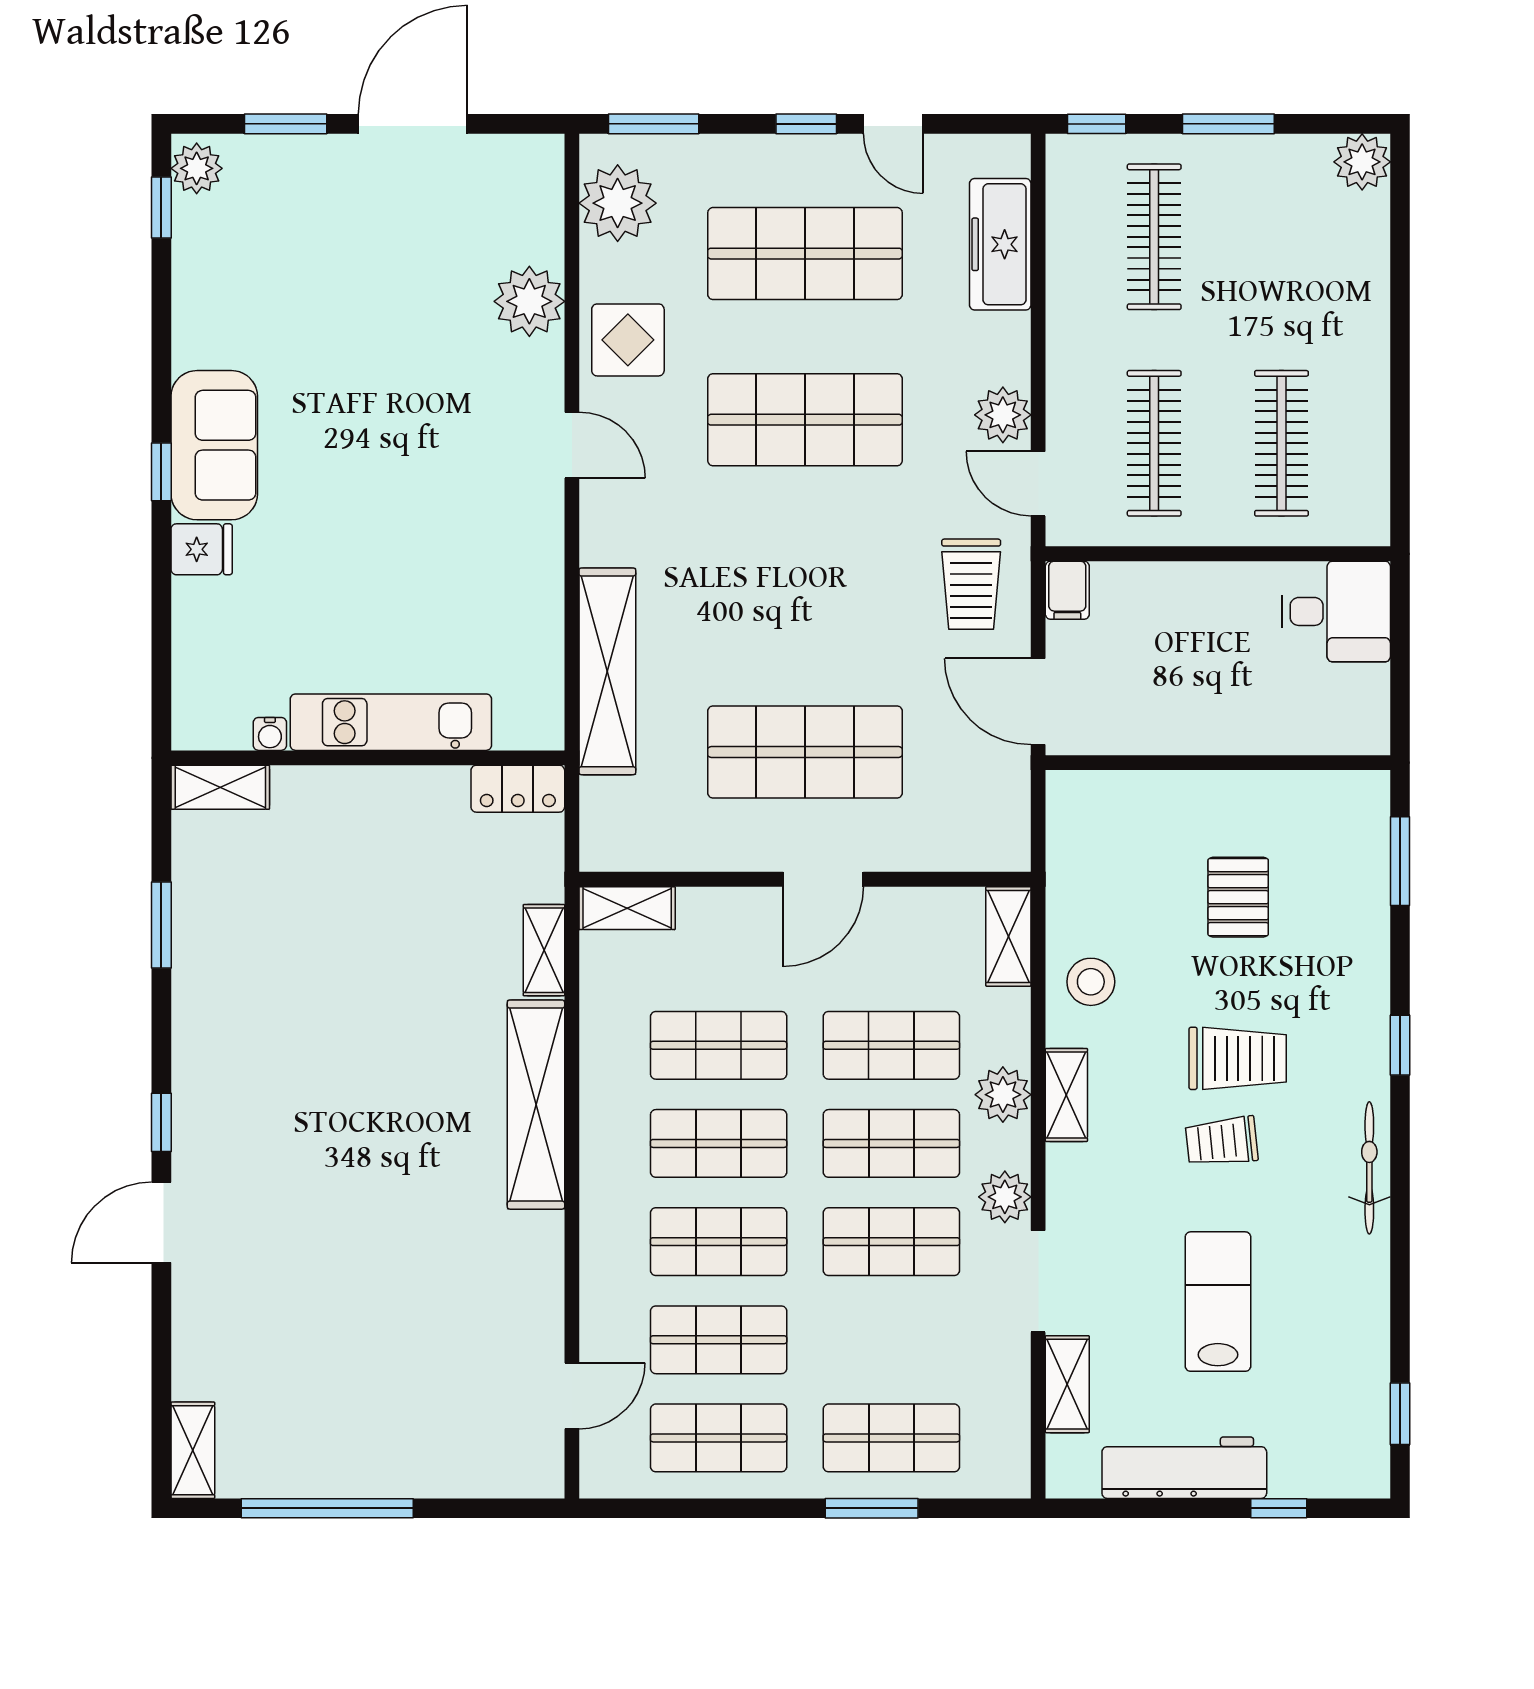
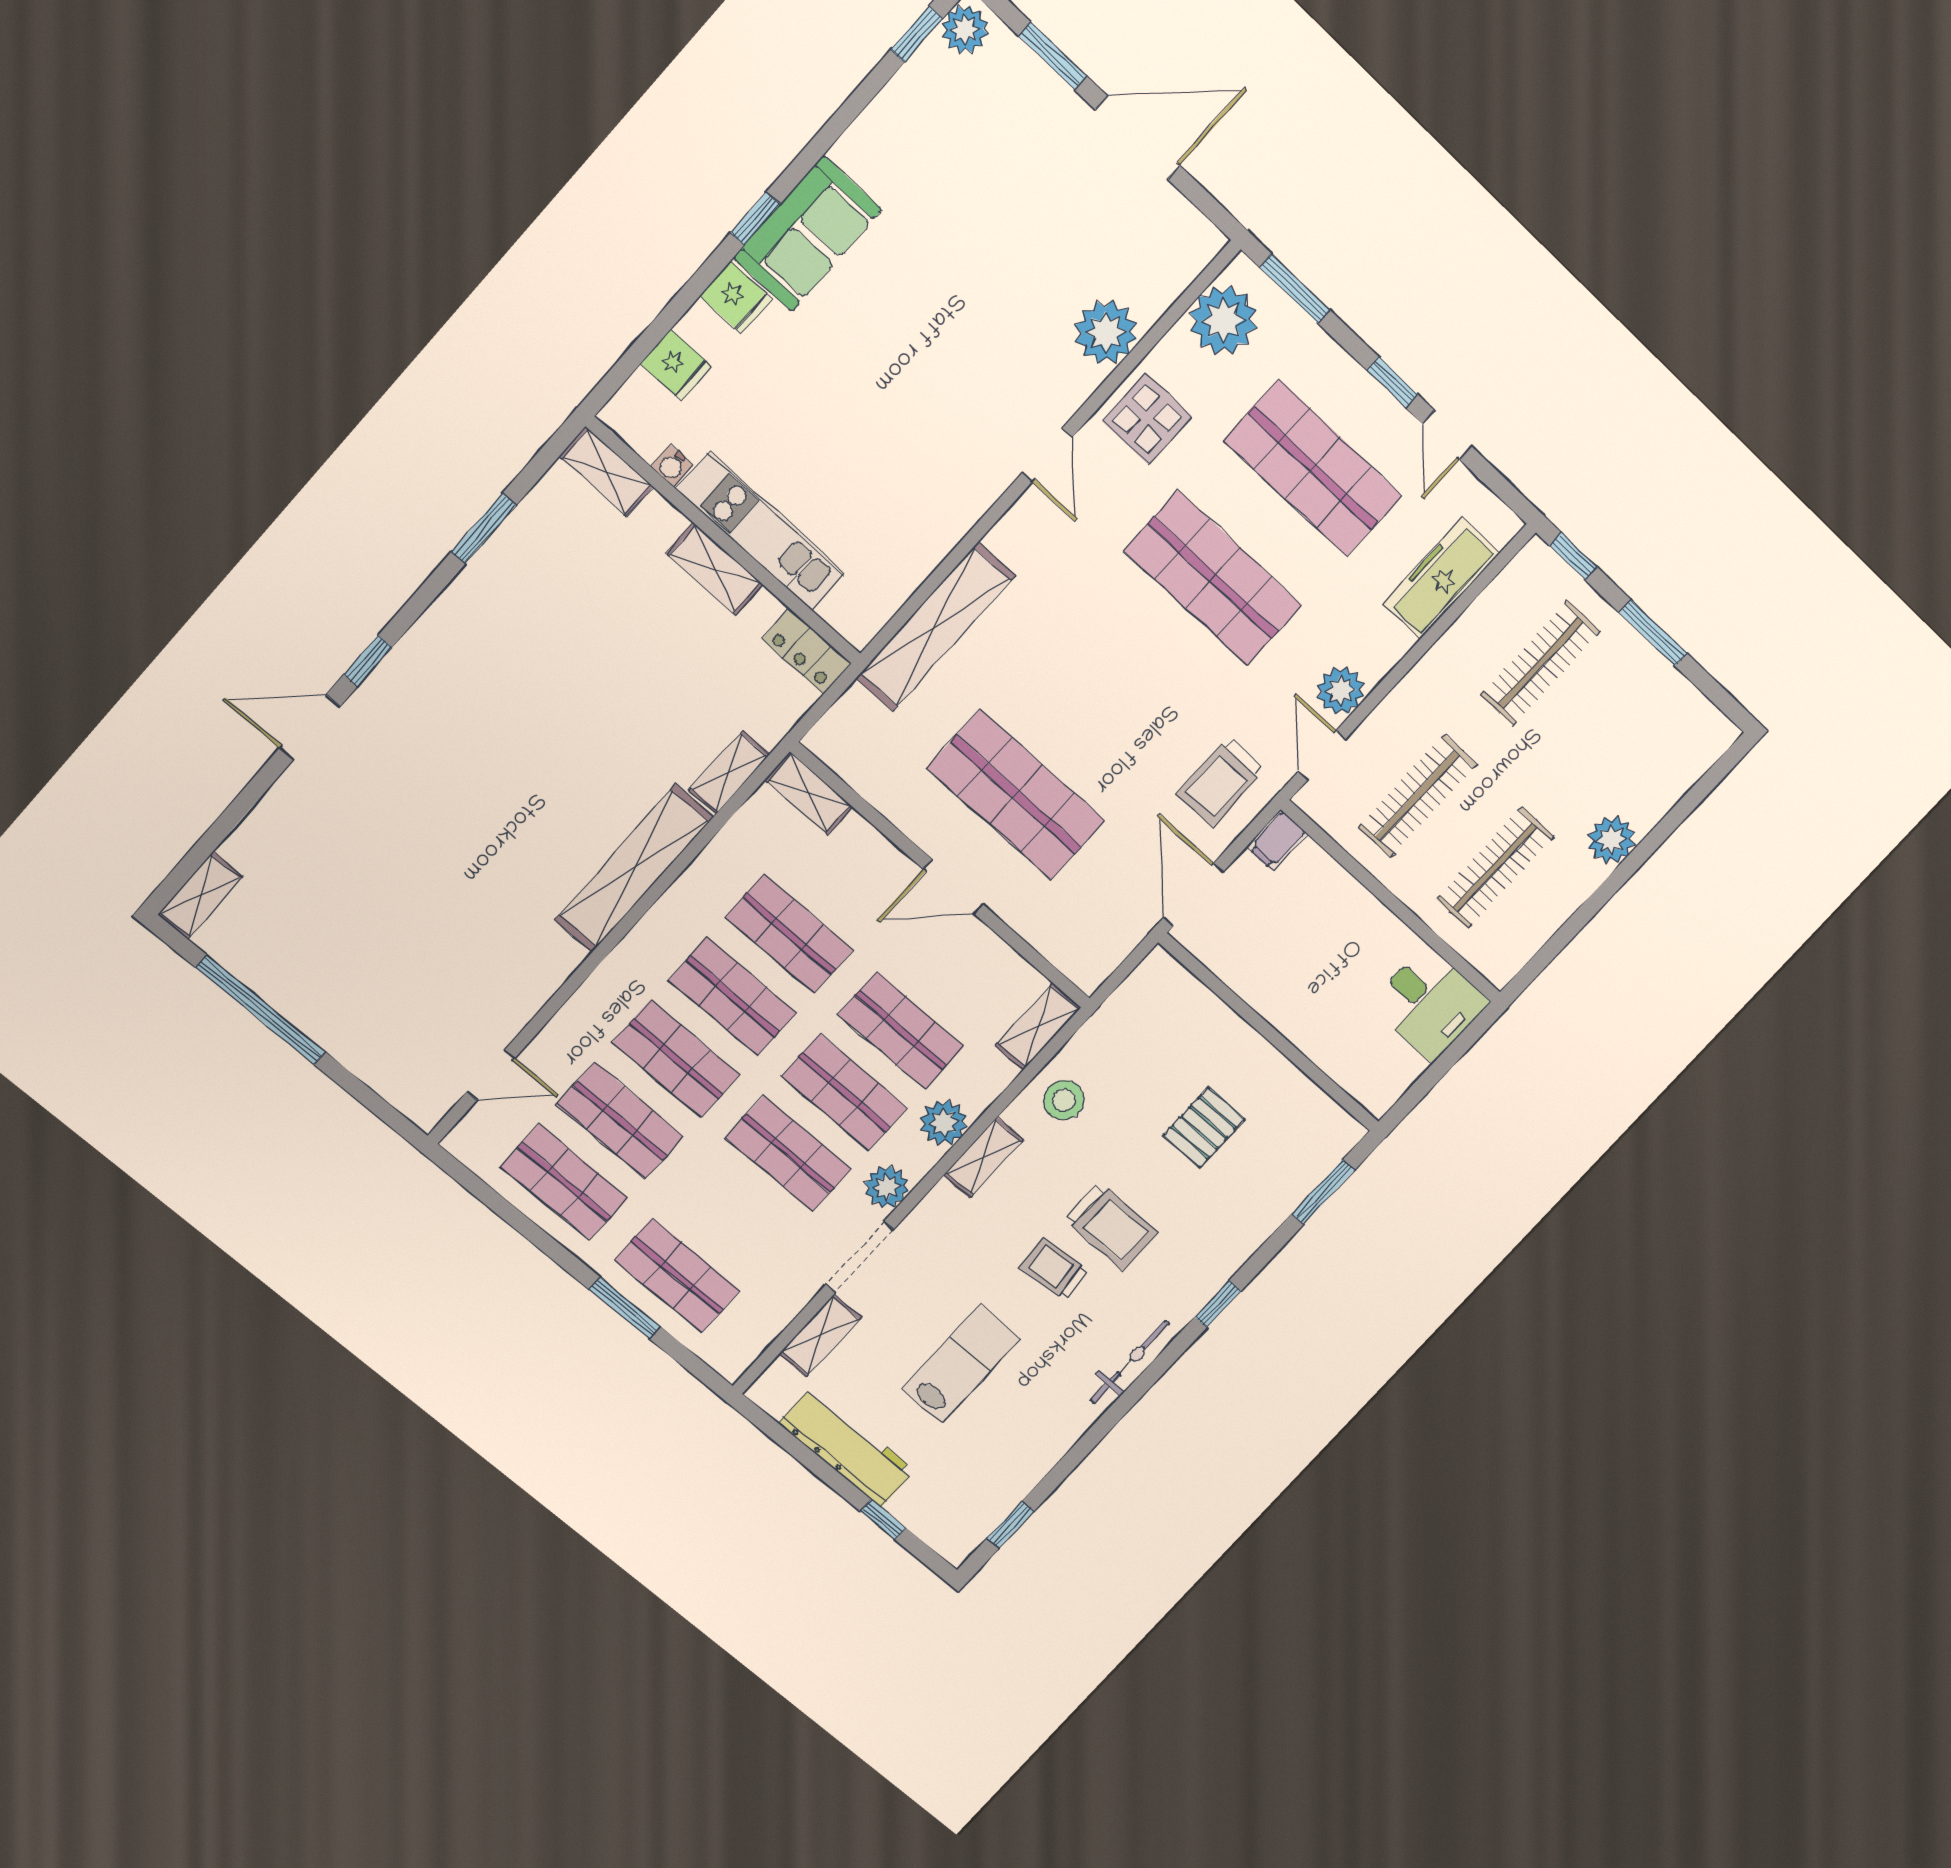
plant: (1362, 162) -> (1611, 840), moved
fridge: (201, 648) -> (676, 365), added
shelving: (380, 788) -> (715, 569), added

